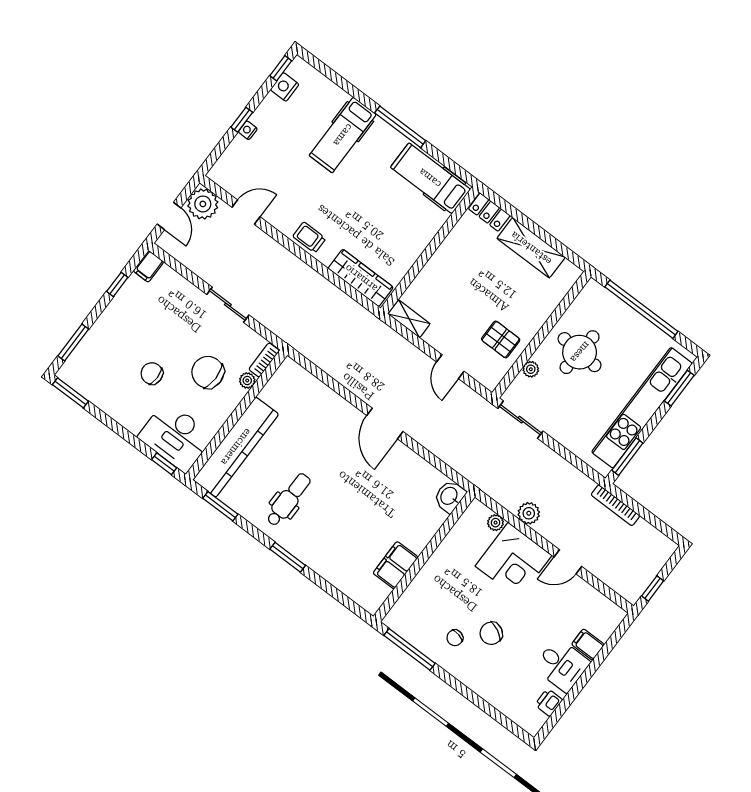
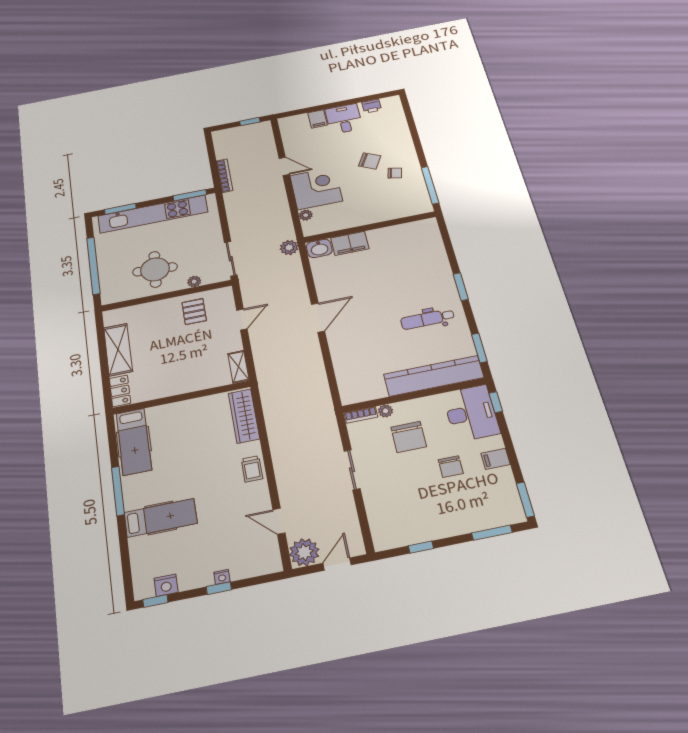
filing cabinet: (148, 266) -> (496, 459), moved, turned 180
plant: (529, 513) -> (289, 247), moved
filing cabinet: (396, 565) -> (350, 243), moved

